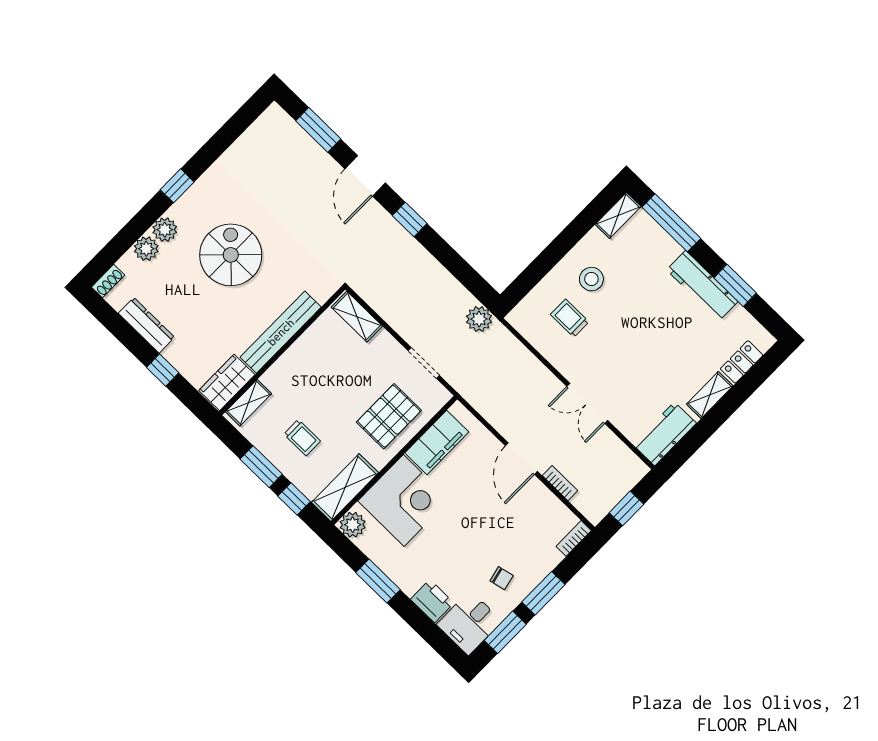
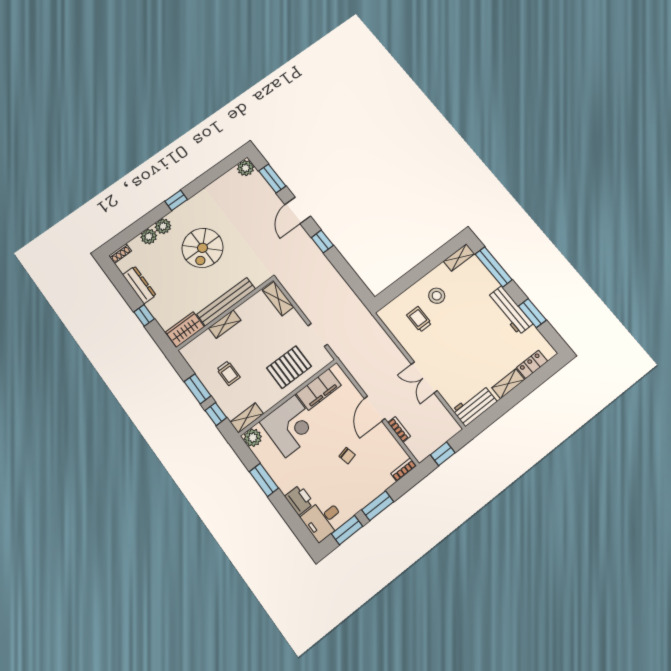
spiral stairs: (231, 255) -> (203, 248), turned 180
plant: (479, 319) -> (246, 168), moved
shelving: (249, 403) -> (225, 324), moved
shelving: (345, 488) -> (247, 418), width x0.67, depth x0.75
chair: (502, 578) -> (347, 456), moved

